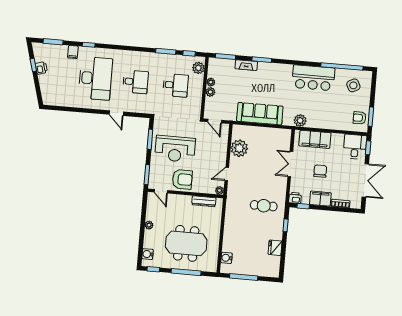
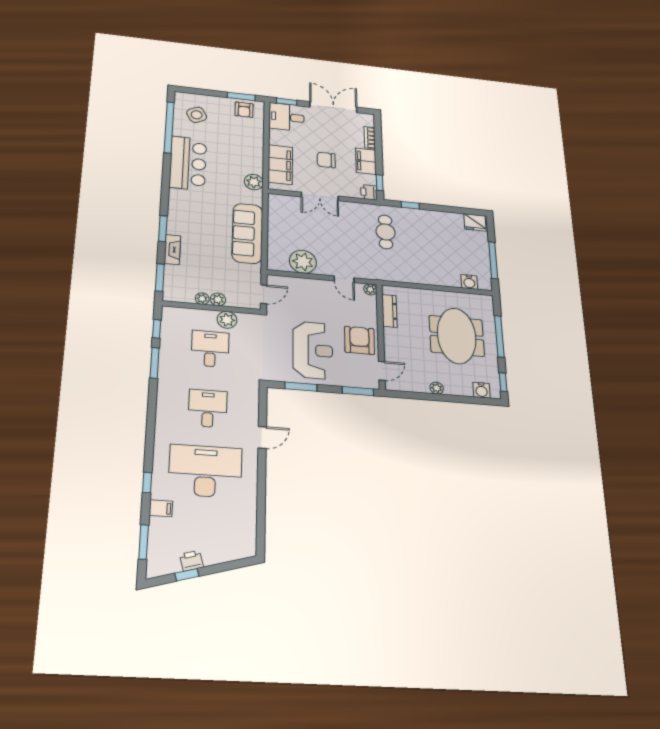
plant: (198, 68) -> (227, 320), moved
fridge: (275, 248) -> (475, 222), moved

